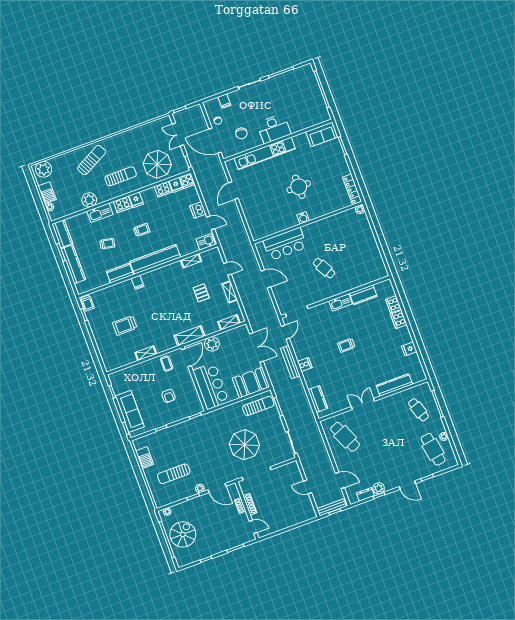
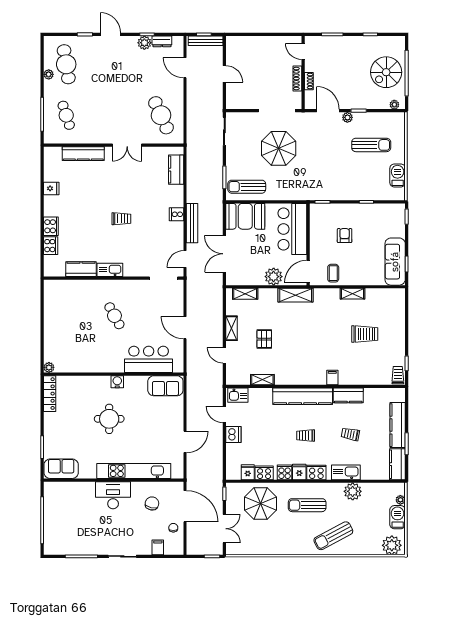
cooker: (187, 181) -> (285, 472), moved
sofa: (264, 228) -> (165, 386), added
sofa: (130, 411) -> (395, 262), moved

